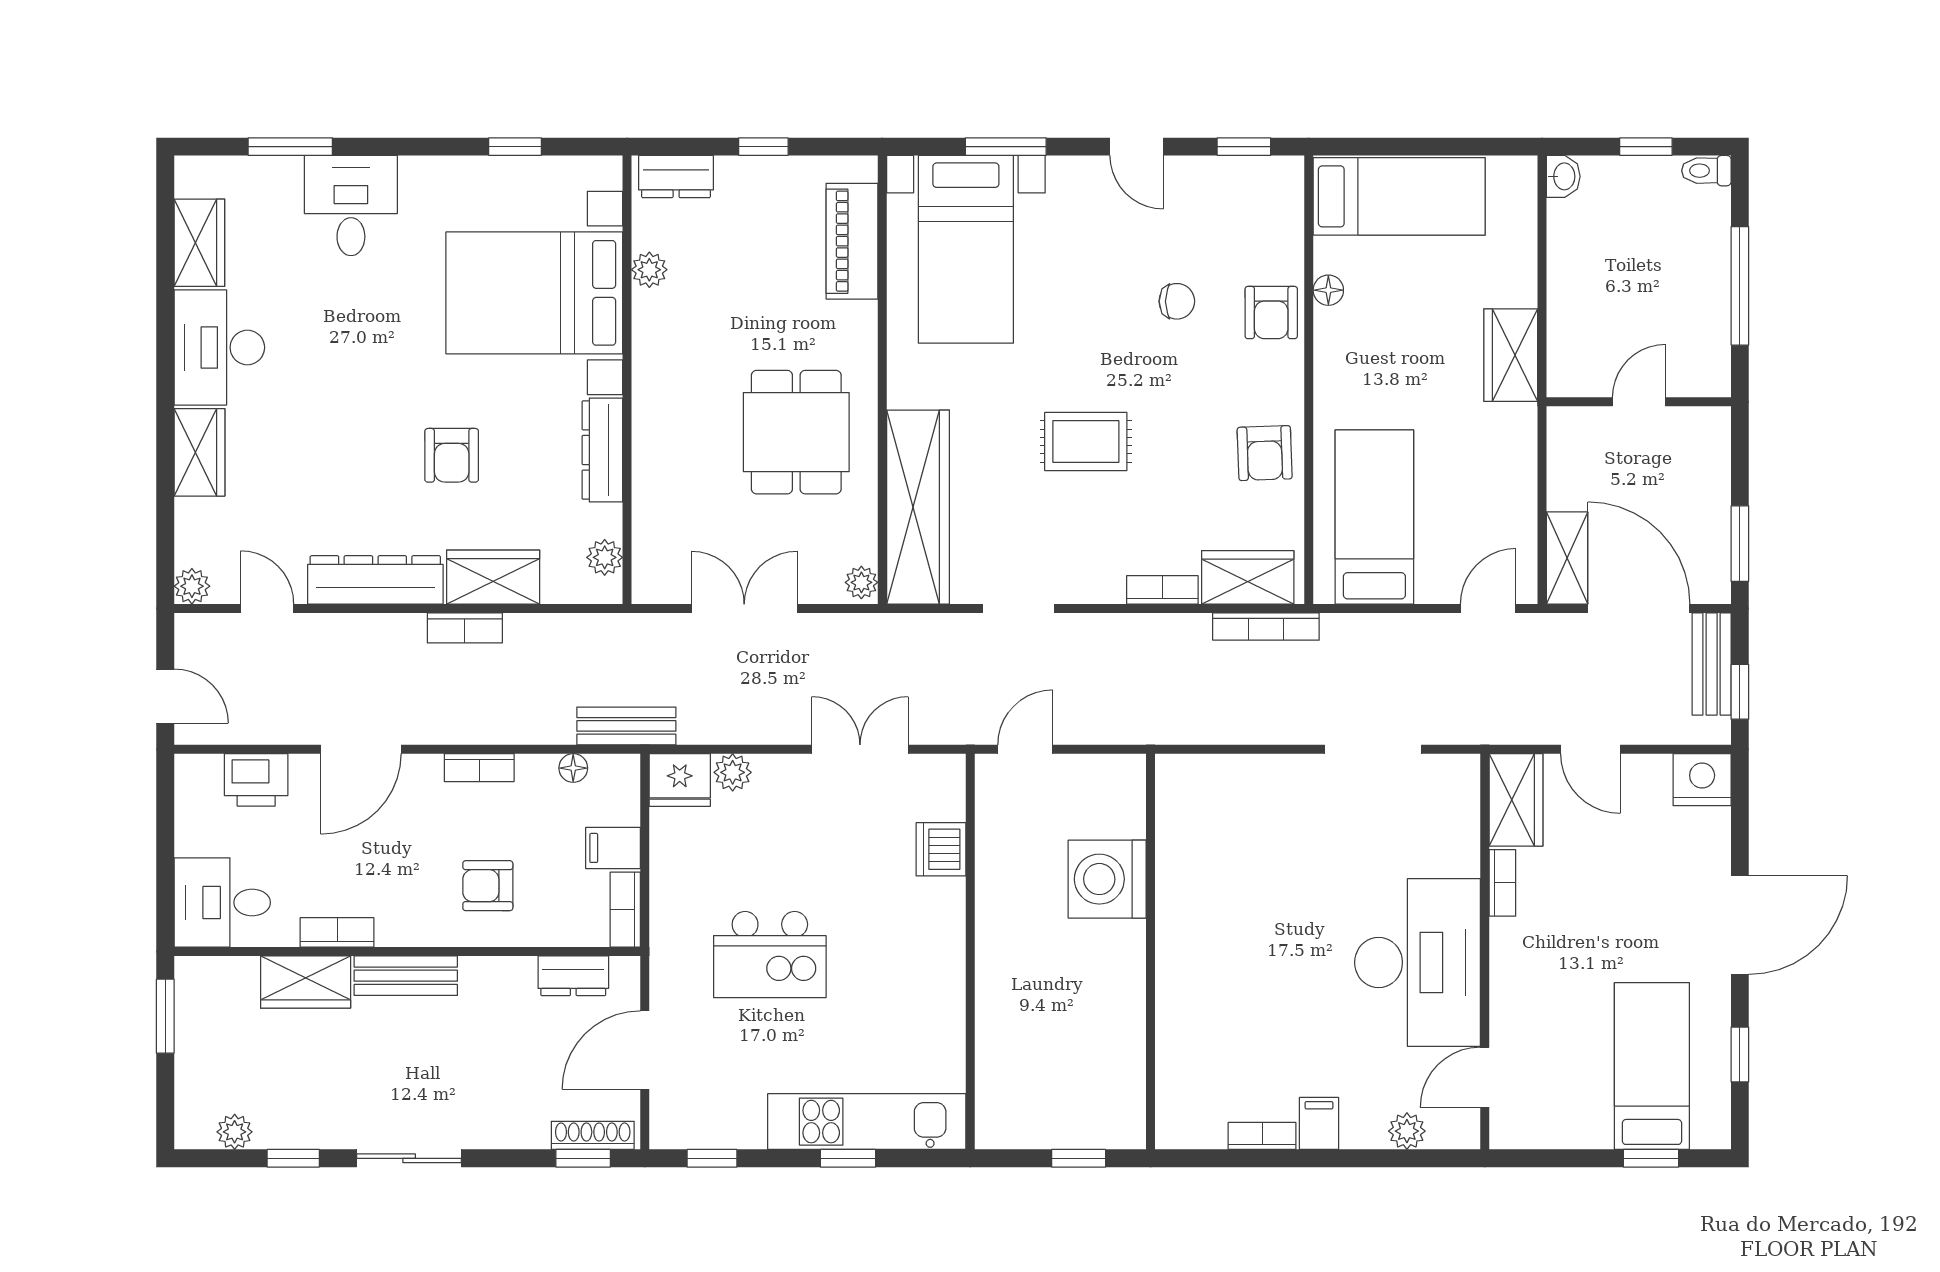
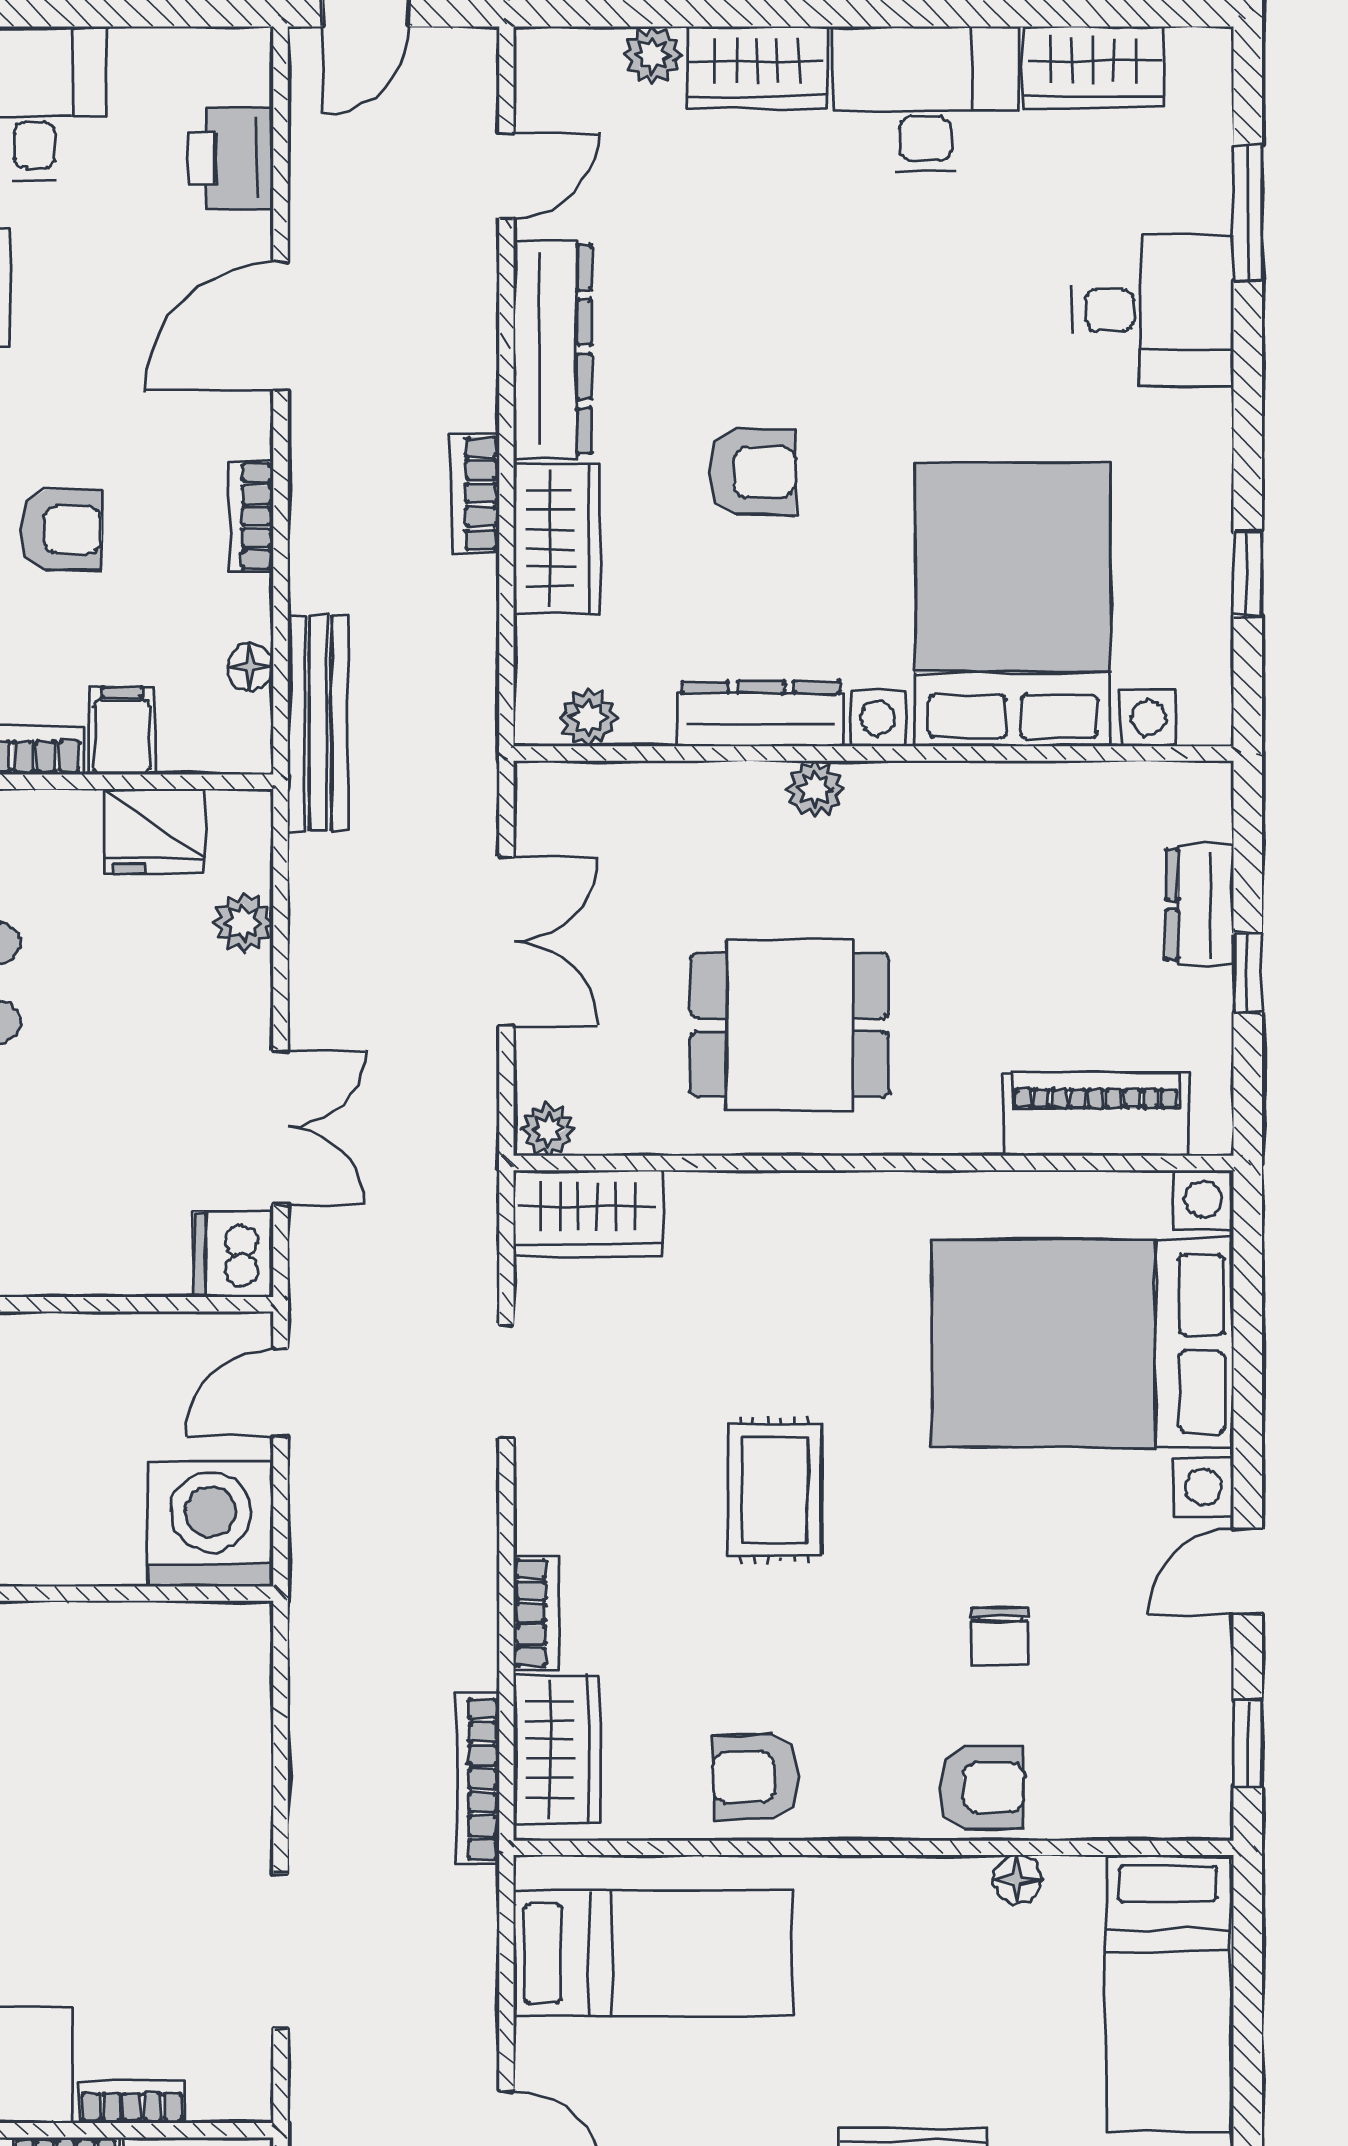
window: (1006, 147) -> (1248, 1361), removed
dresser: (676, 177) -> (1200, 905), moved
bed with nightstands: (966, 249) -> (1083, 1343), width x1.36
plant: (649, 270) -> (815, 789), moved
armchair: (1271, 313) -> (982, 1787), turned 180
armchair: (452, 455) -> (752, 472), turned 180
wardrobe: (918, 507) -> (588, 1213), width x0.48, depth x0.85
plant: (192, 586) -> (653, 55), moved
bench: (626, 726) -> (318, 723), width x1.36
door: (361, 749) -> (281, 326), hinge flipped
door: (1025, 749) -> (281, 1393), swing flipped
fridge: (680, 780) -> (155, 831), moved, turned -90
bookcase: (1467, 842) -> (132, 2102), added
dishwasher: (941, 849) -> (234, 1254), moved, turned -90
washing machine: (1107, 879) -> (211, 1524), moved
armchair: (488, 886) -> (62, 530), turned 90

